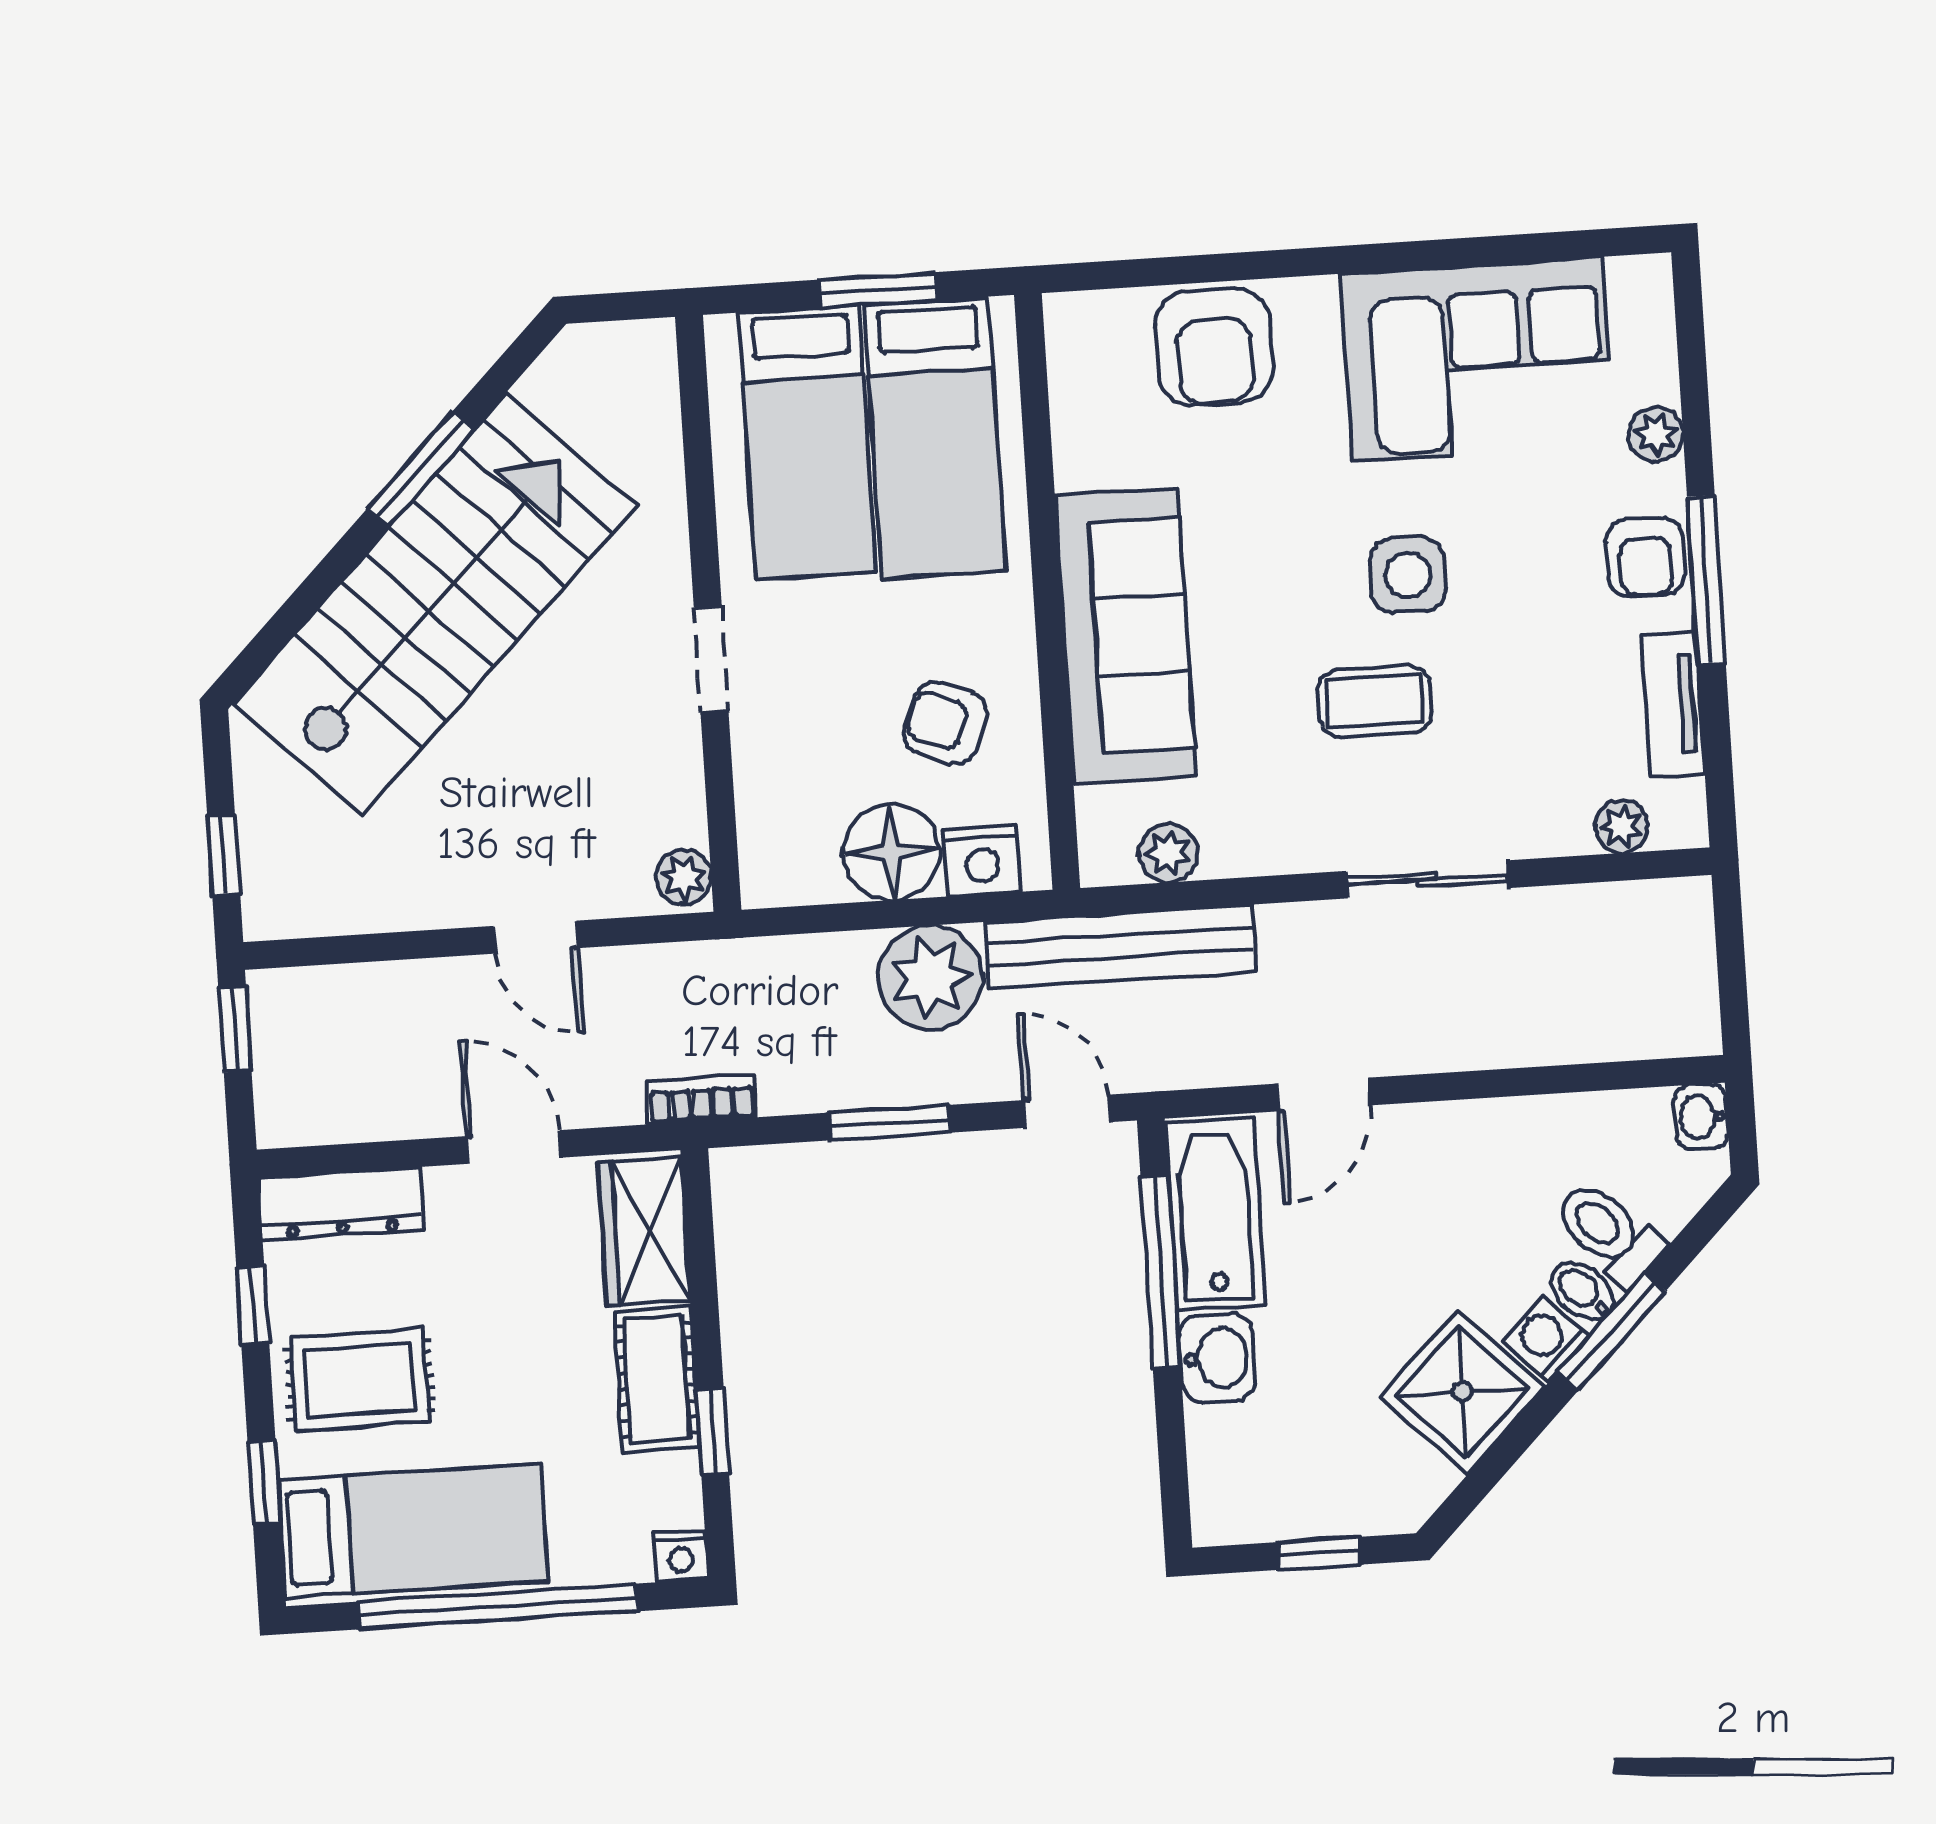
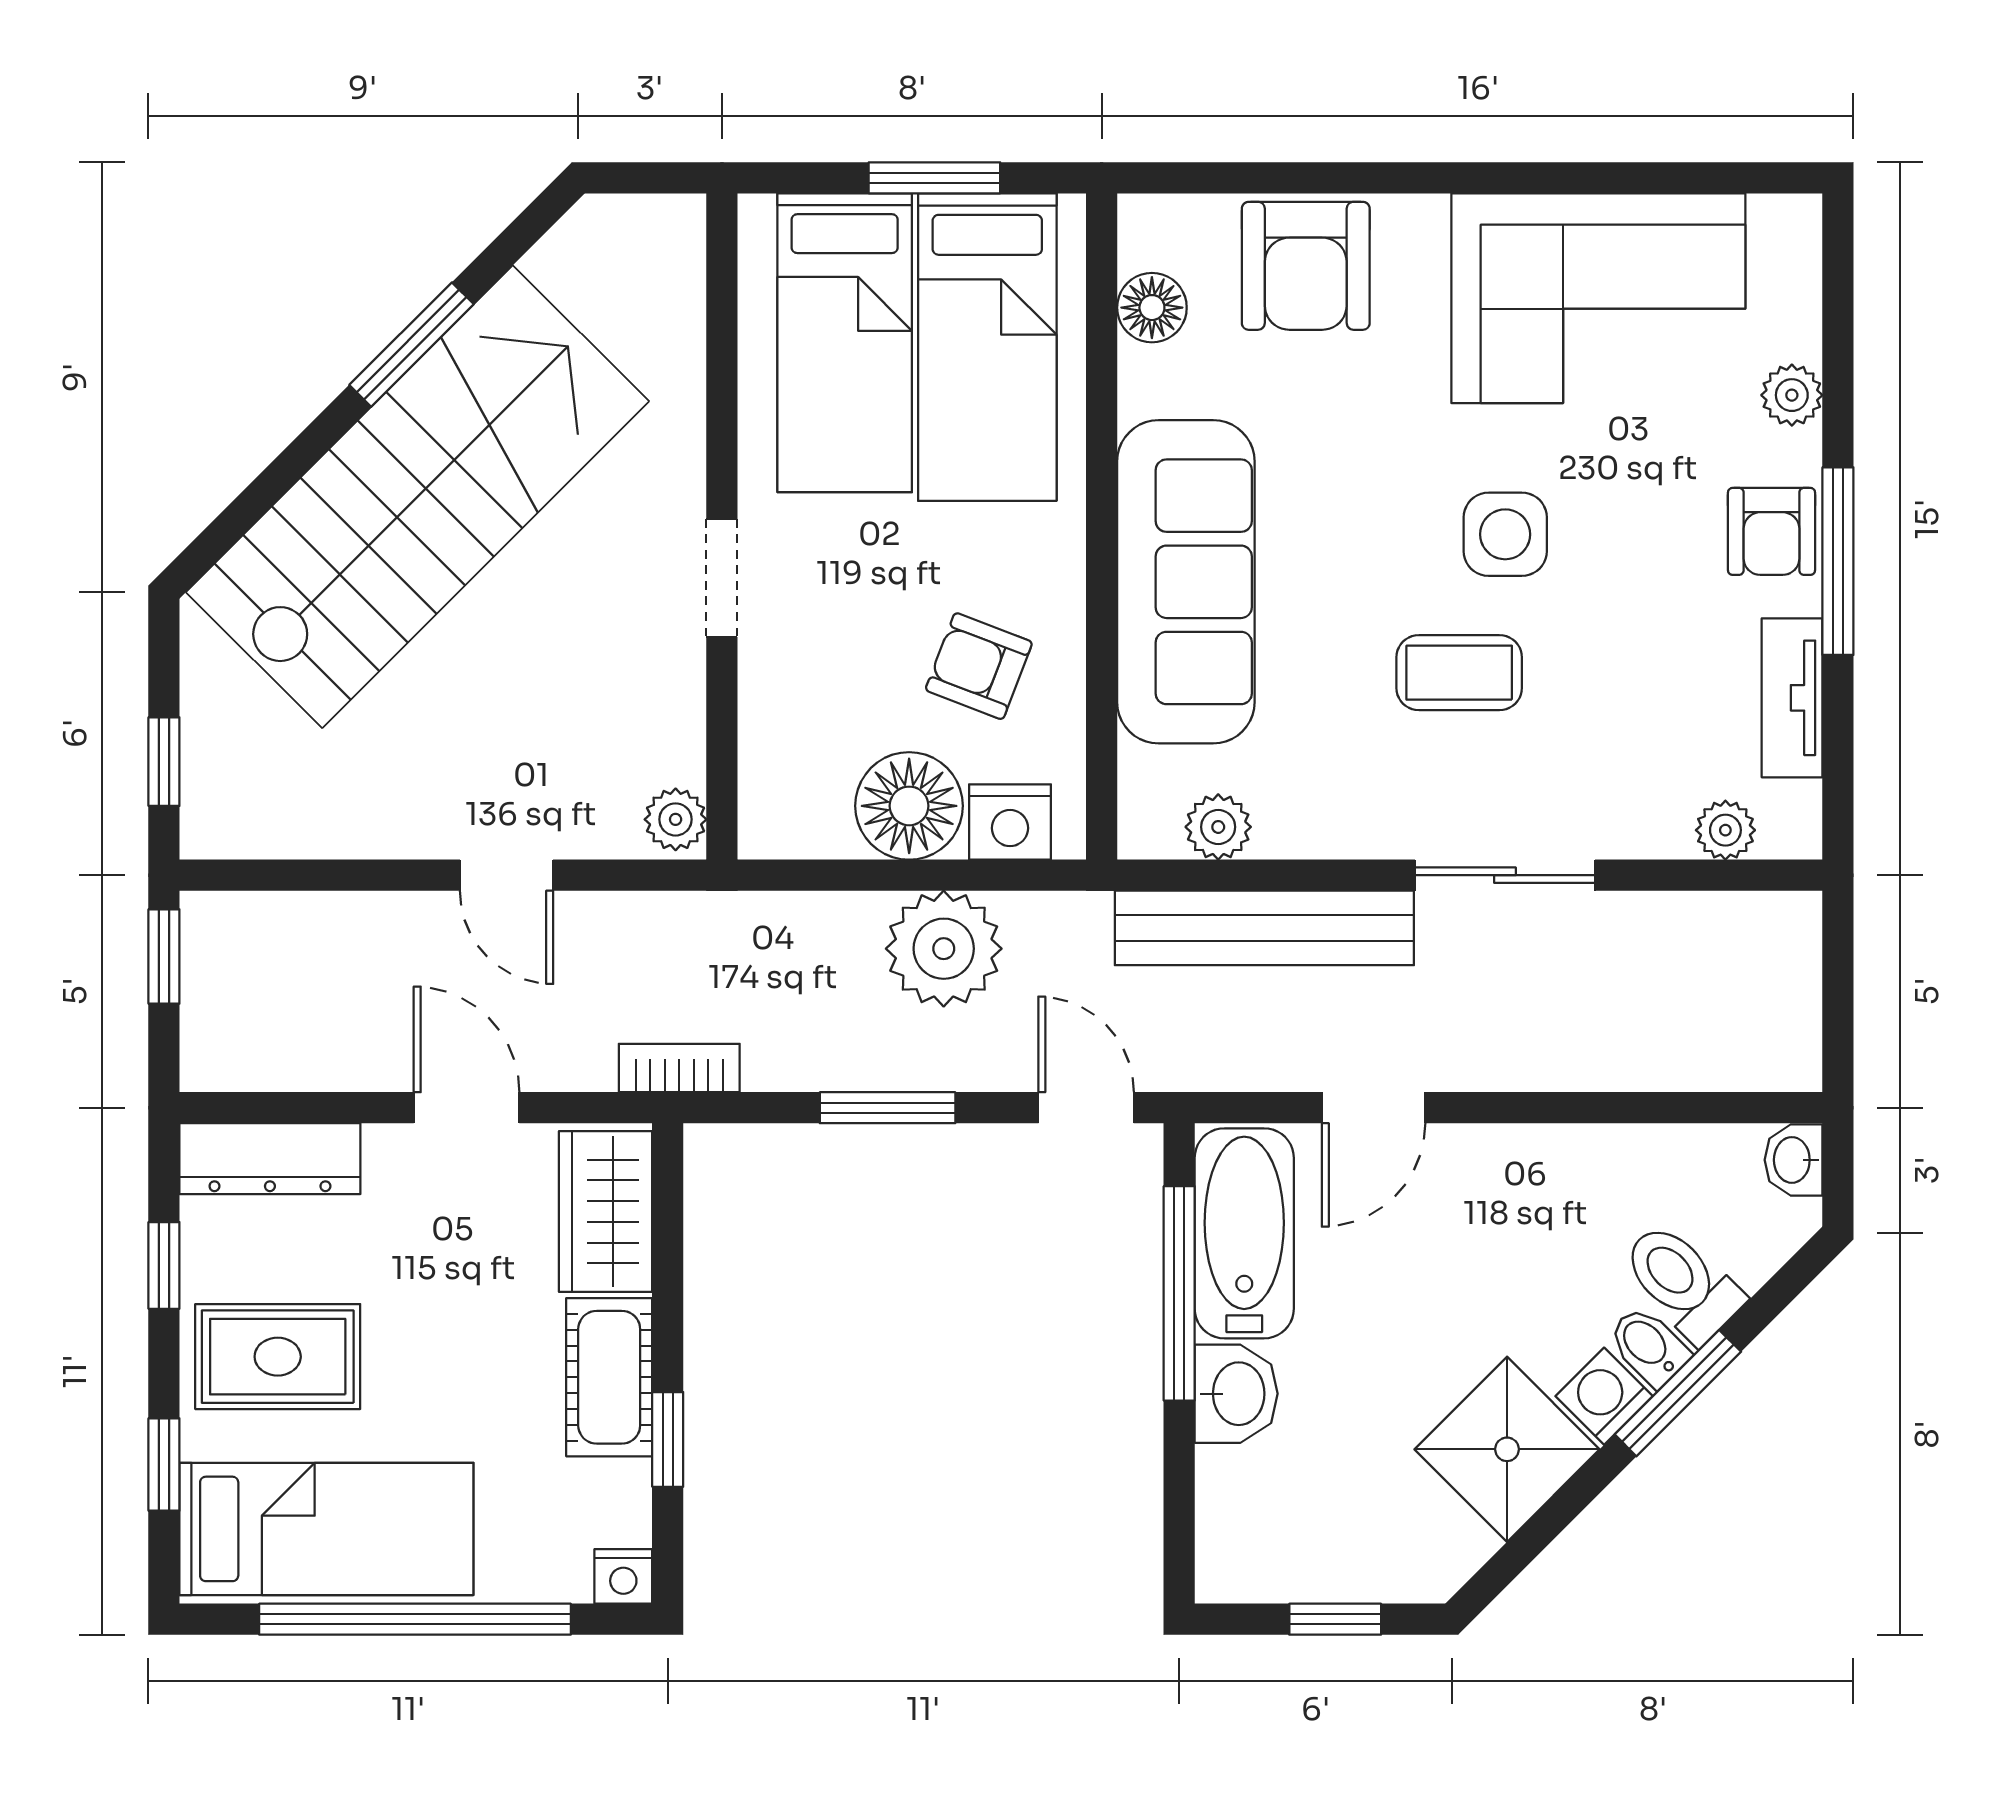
floor lamp: (1079, 393) -> (1152, 308), added
bench: (1120, 947) -> (1264, 928), moved

